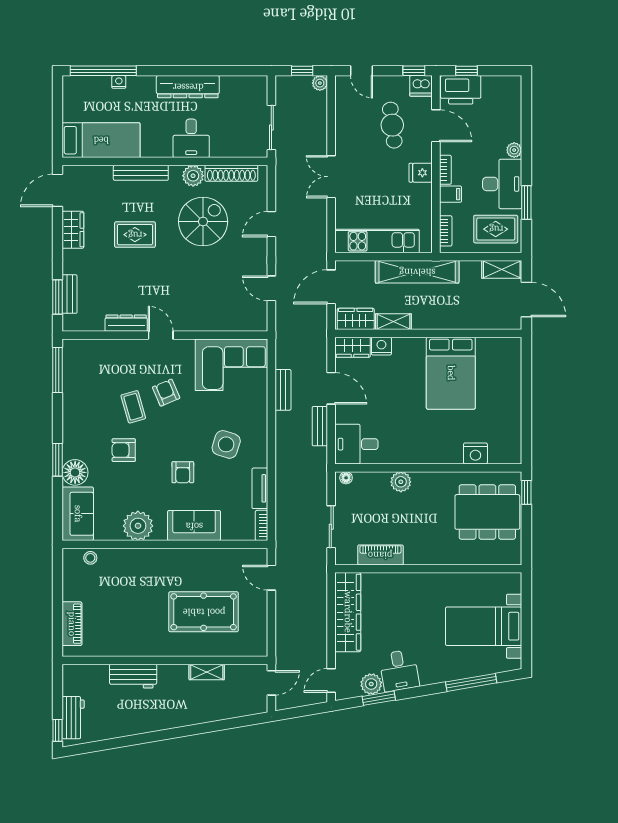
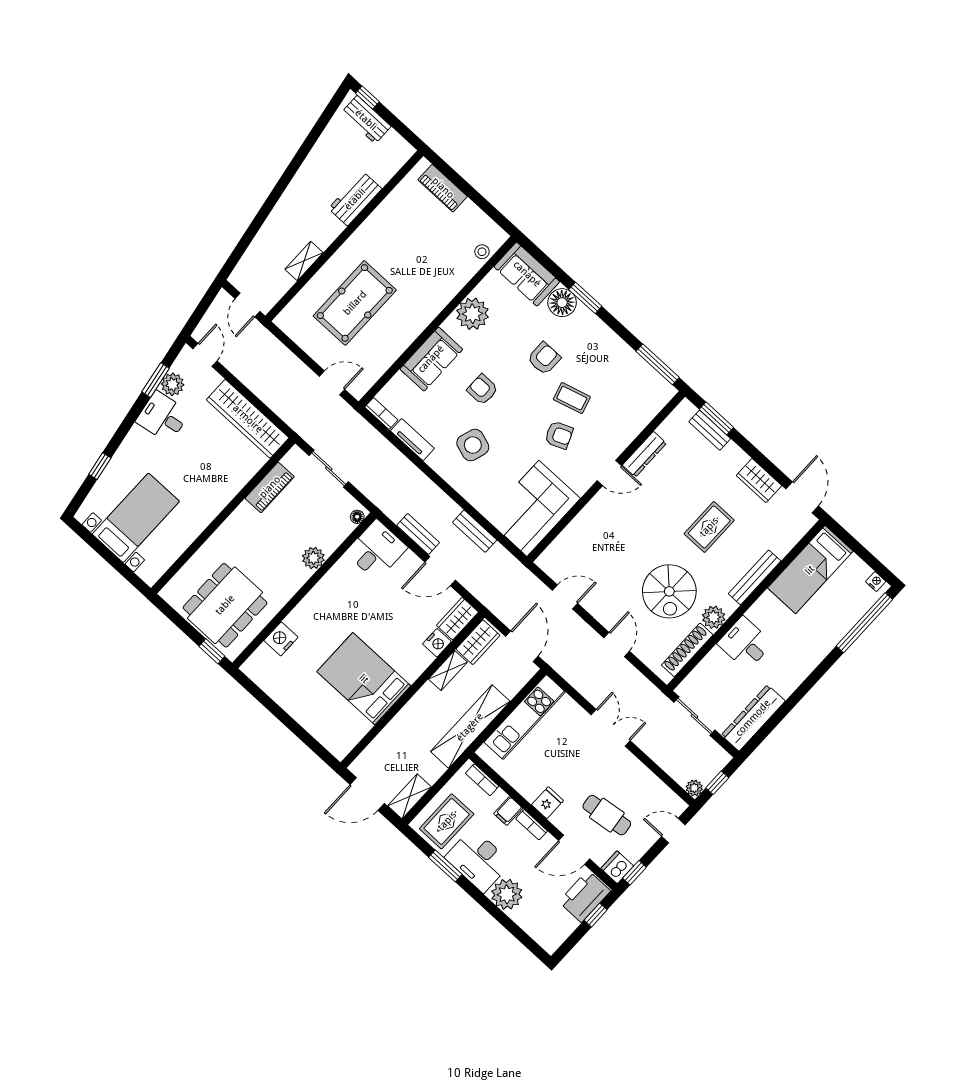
nightstand: (119, 82) -> (876, 582), moved, turned -90
dresser: (188, 87) -> (753, 718), moved
plant: (514, 150) -> (507, 894), width x1.88, depth x1.88
window: (471, 682) -> (100, 466), width x0.46

